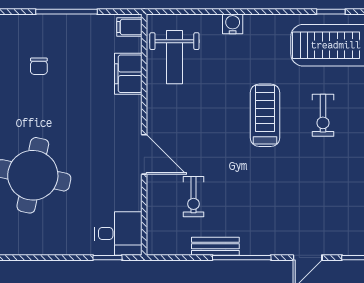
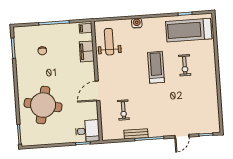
weight bench: (174, 57) -> (109, 42), turned 180
door: (144, 154) -> (97, 91), swing flipped

